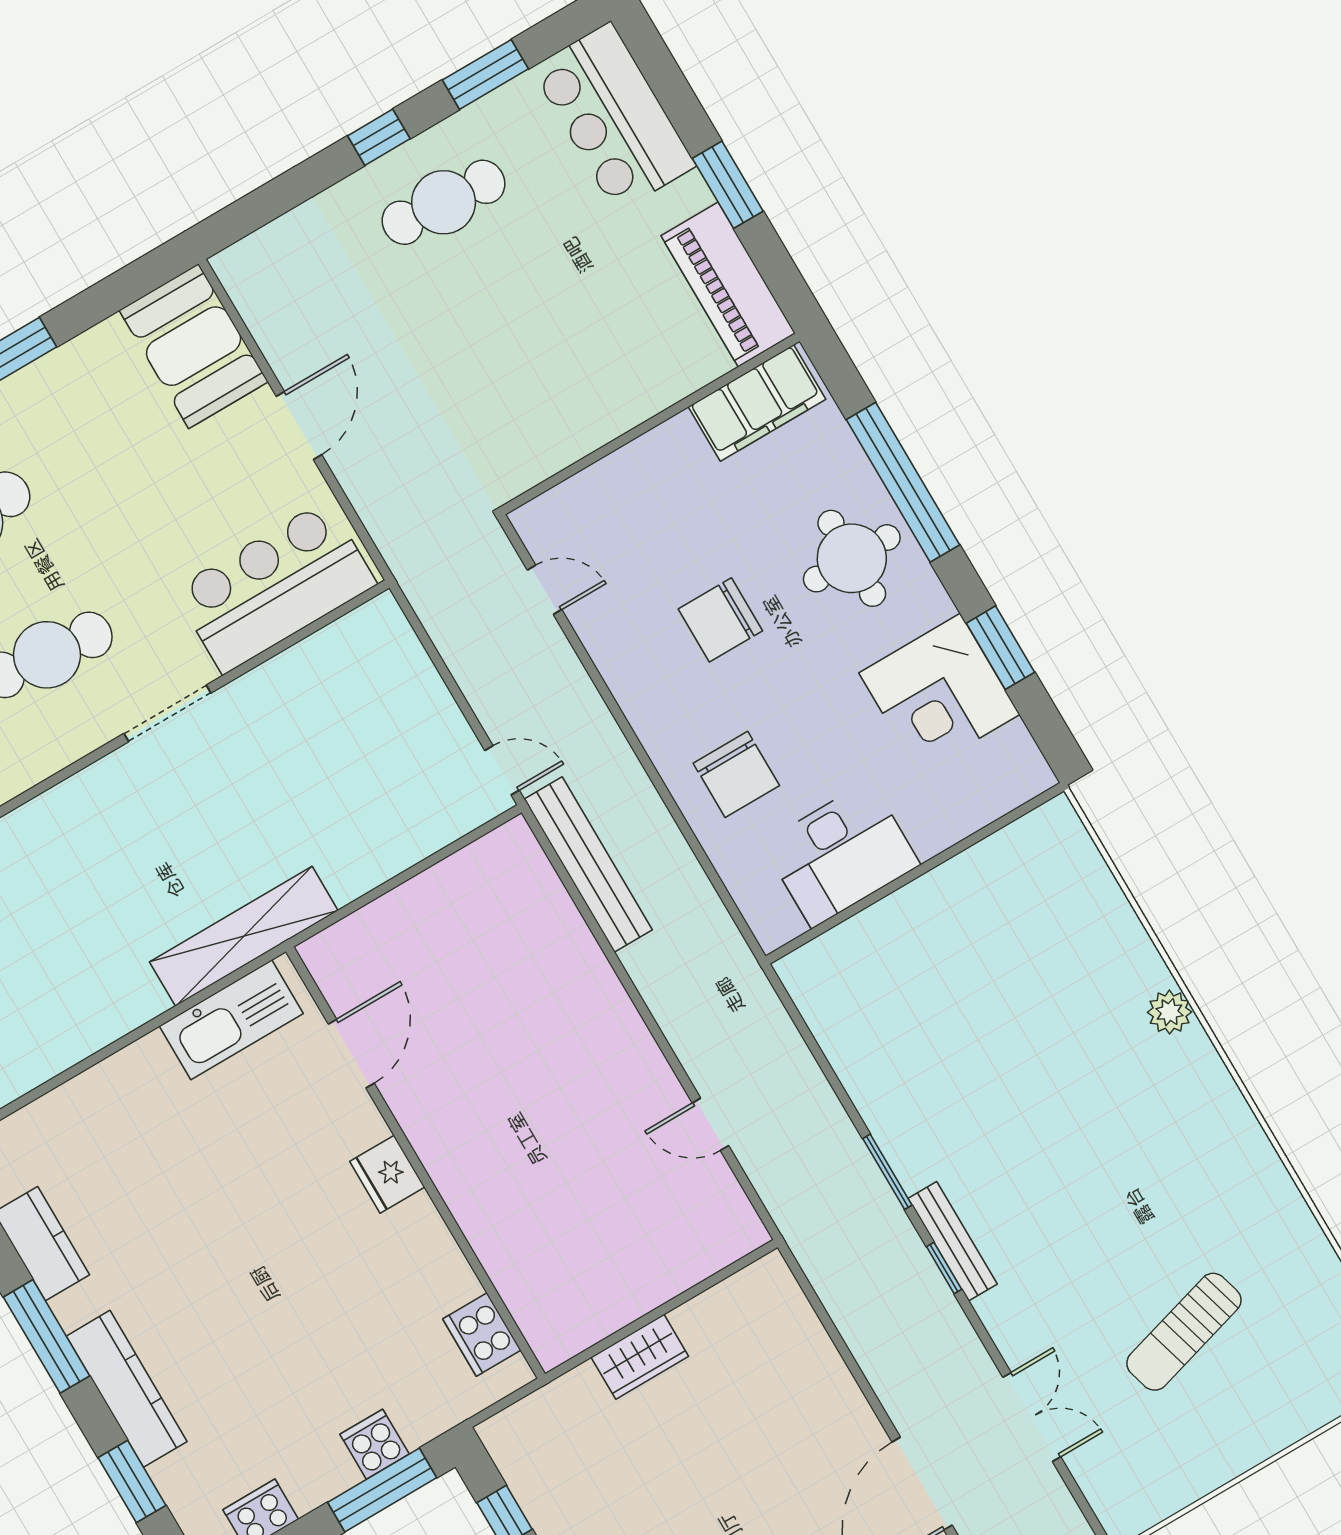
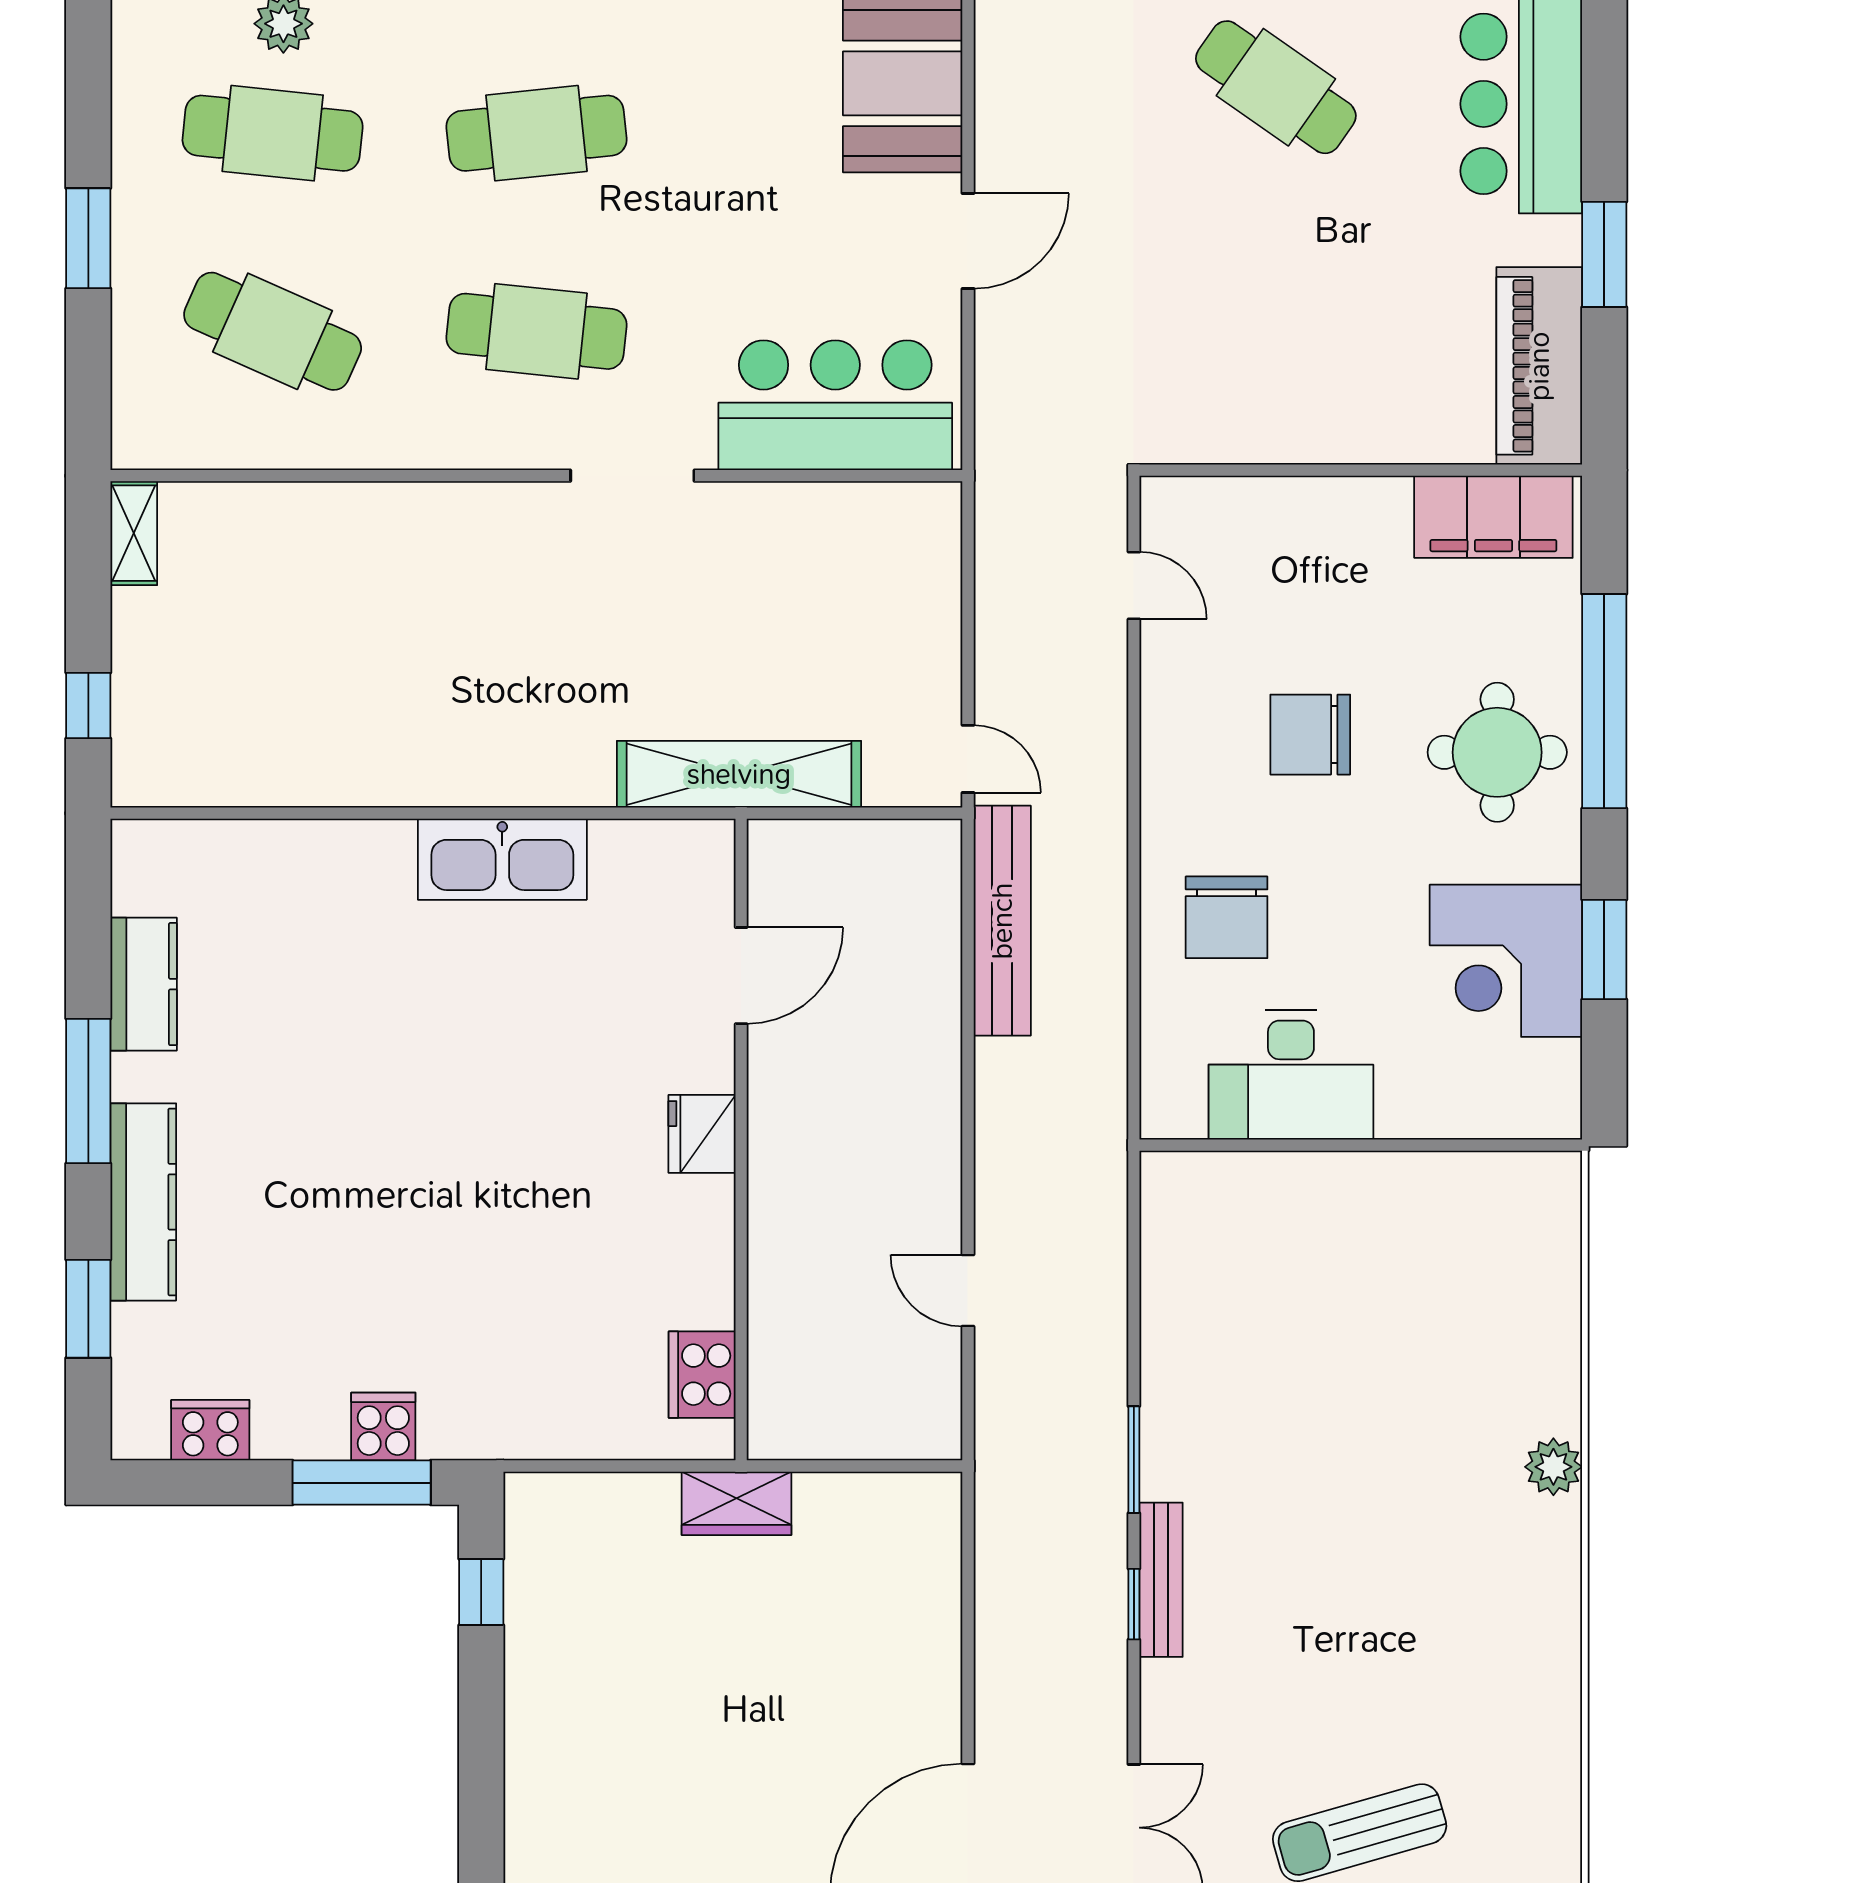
cafe table: (444, 202) -> (1276, 87), turned 31
shelving: (244, 936) -> (739, 774), moved
door: (351, 1054) -> (741, 976), moved
wall: (416, 1163) -> (741, 1140), moved
fridge: (387, 1174) -> (702, 1134), moved
cooker: (482, 1334) -> (702, 1375), moved

